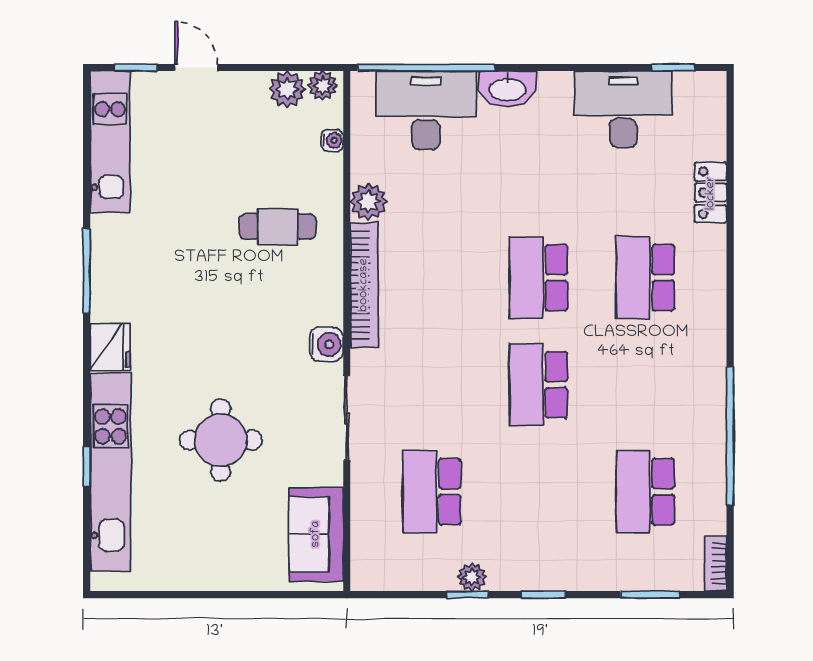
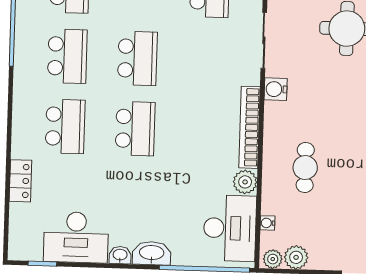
washbasin: (555, 84) -> (120, 255), added
desk: (426, 110) -> (230, 228), moved, turned -90
cafe table: (278, 226) -> (305, 168), turned 90
school desk: (645, 385) -> (67, 56), added

